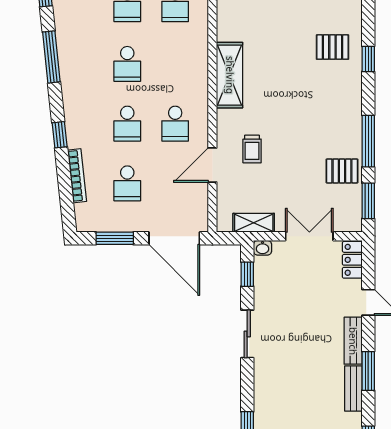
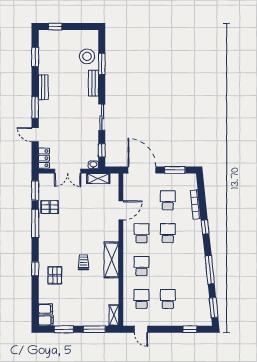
pallet: (332, 47) -> (55, 275), turned 90
school desk: (127, 64) -> (141, 266), moved
trolley: (252, 149) -> (83, 262), moved
bench: (353, 341) -> (93, 83), moved
window: (368, 371) -> (35, 107), moved

